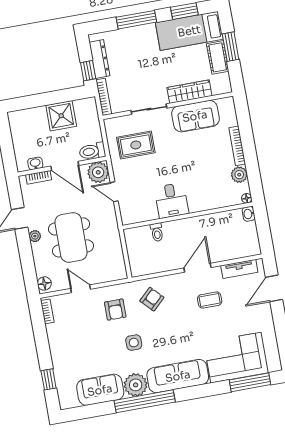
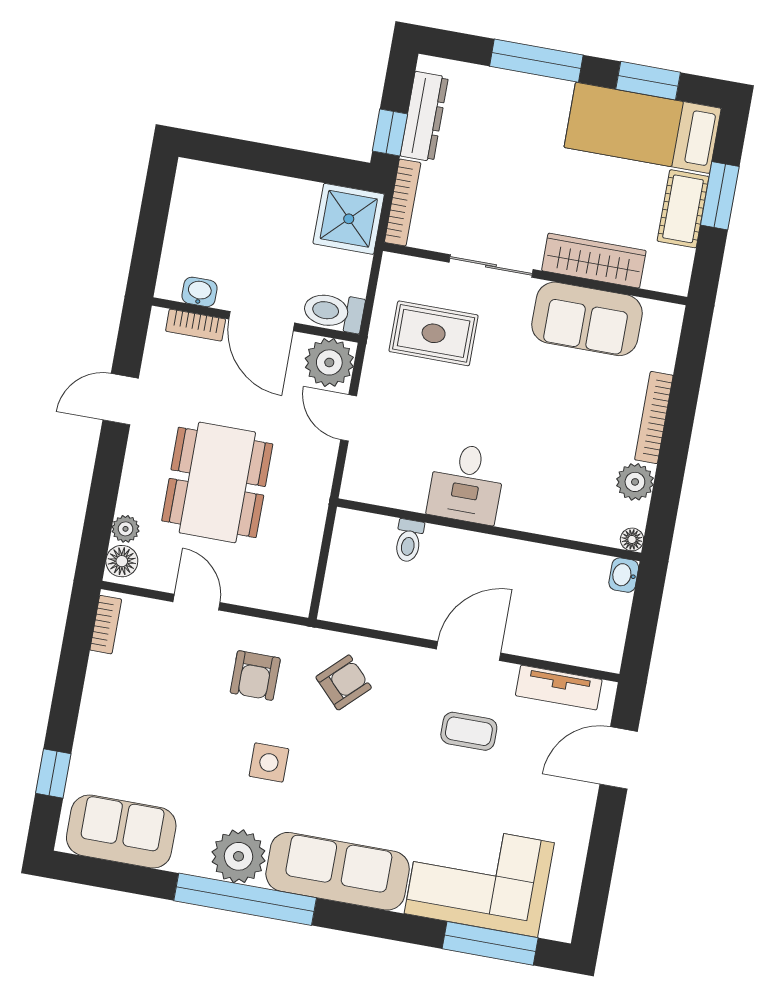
shower: (61, 116) -> (349, 219), moved
plant: (35, 236) -> (125, 529), moved
sofa: (100, 390) -> (121, 832), moved

